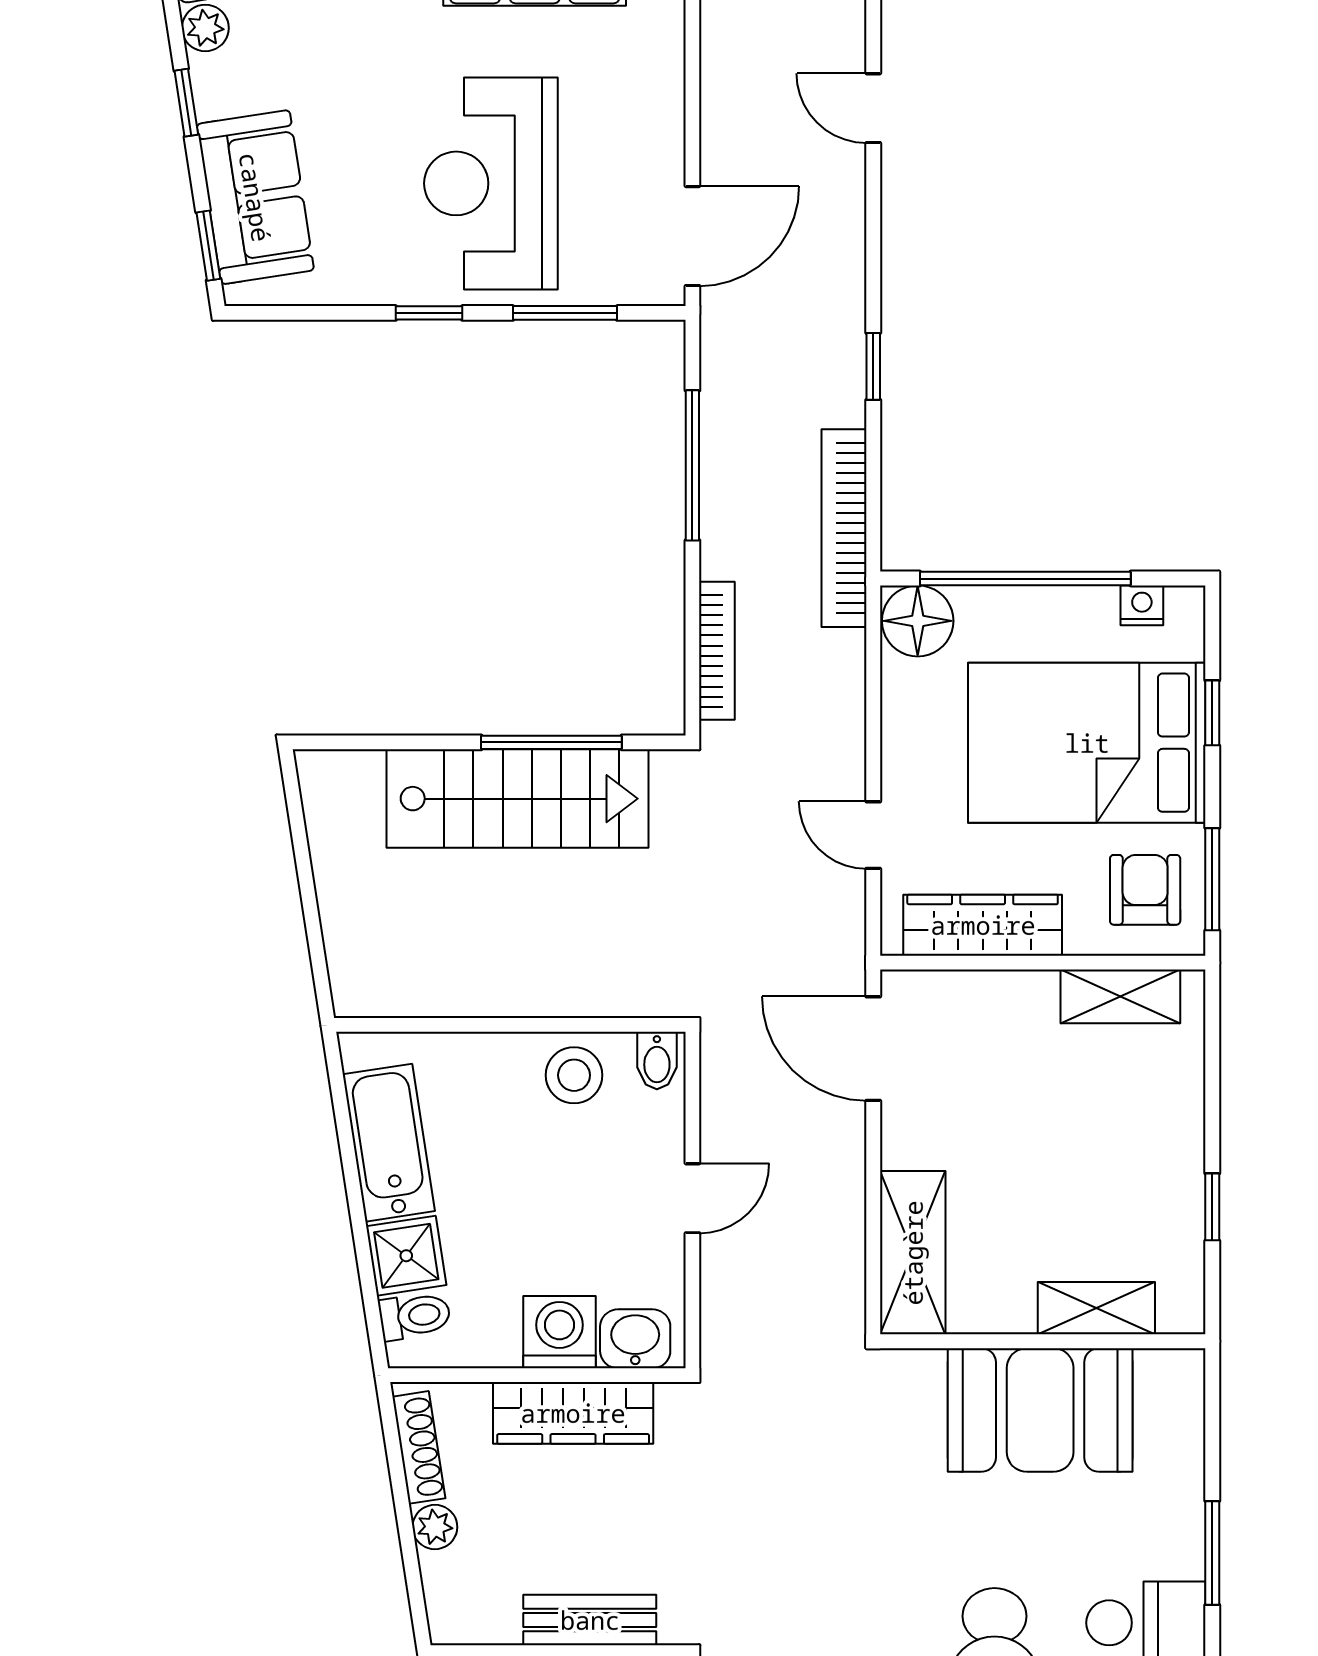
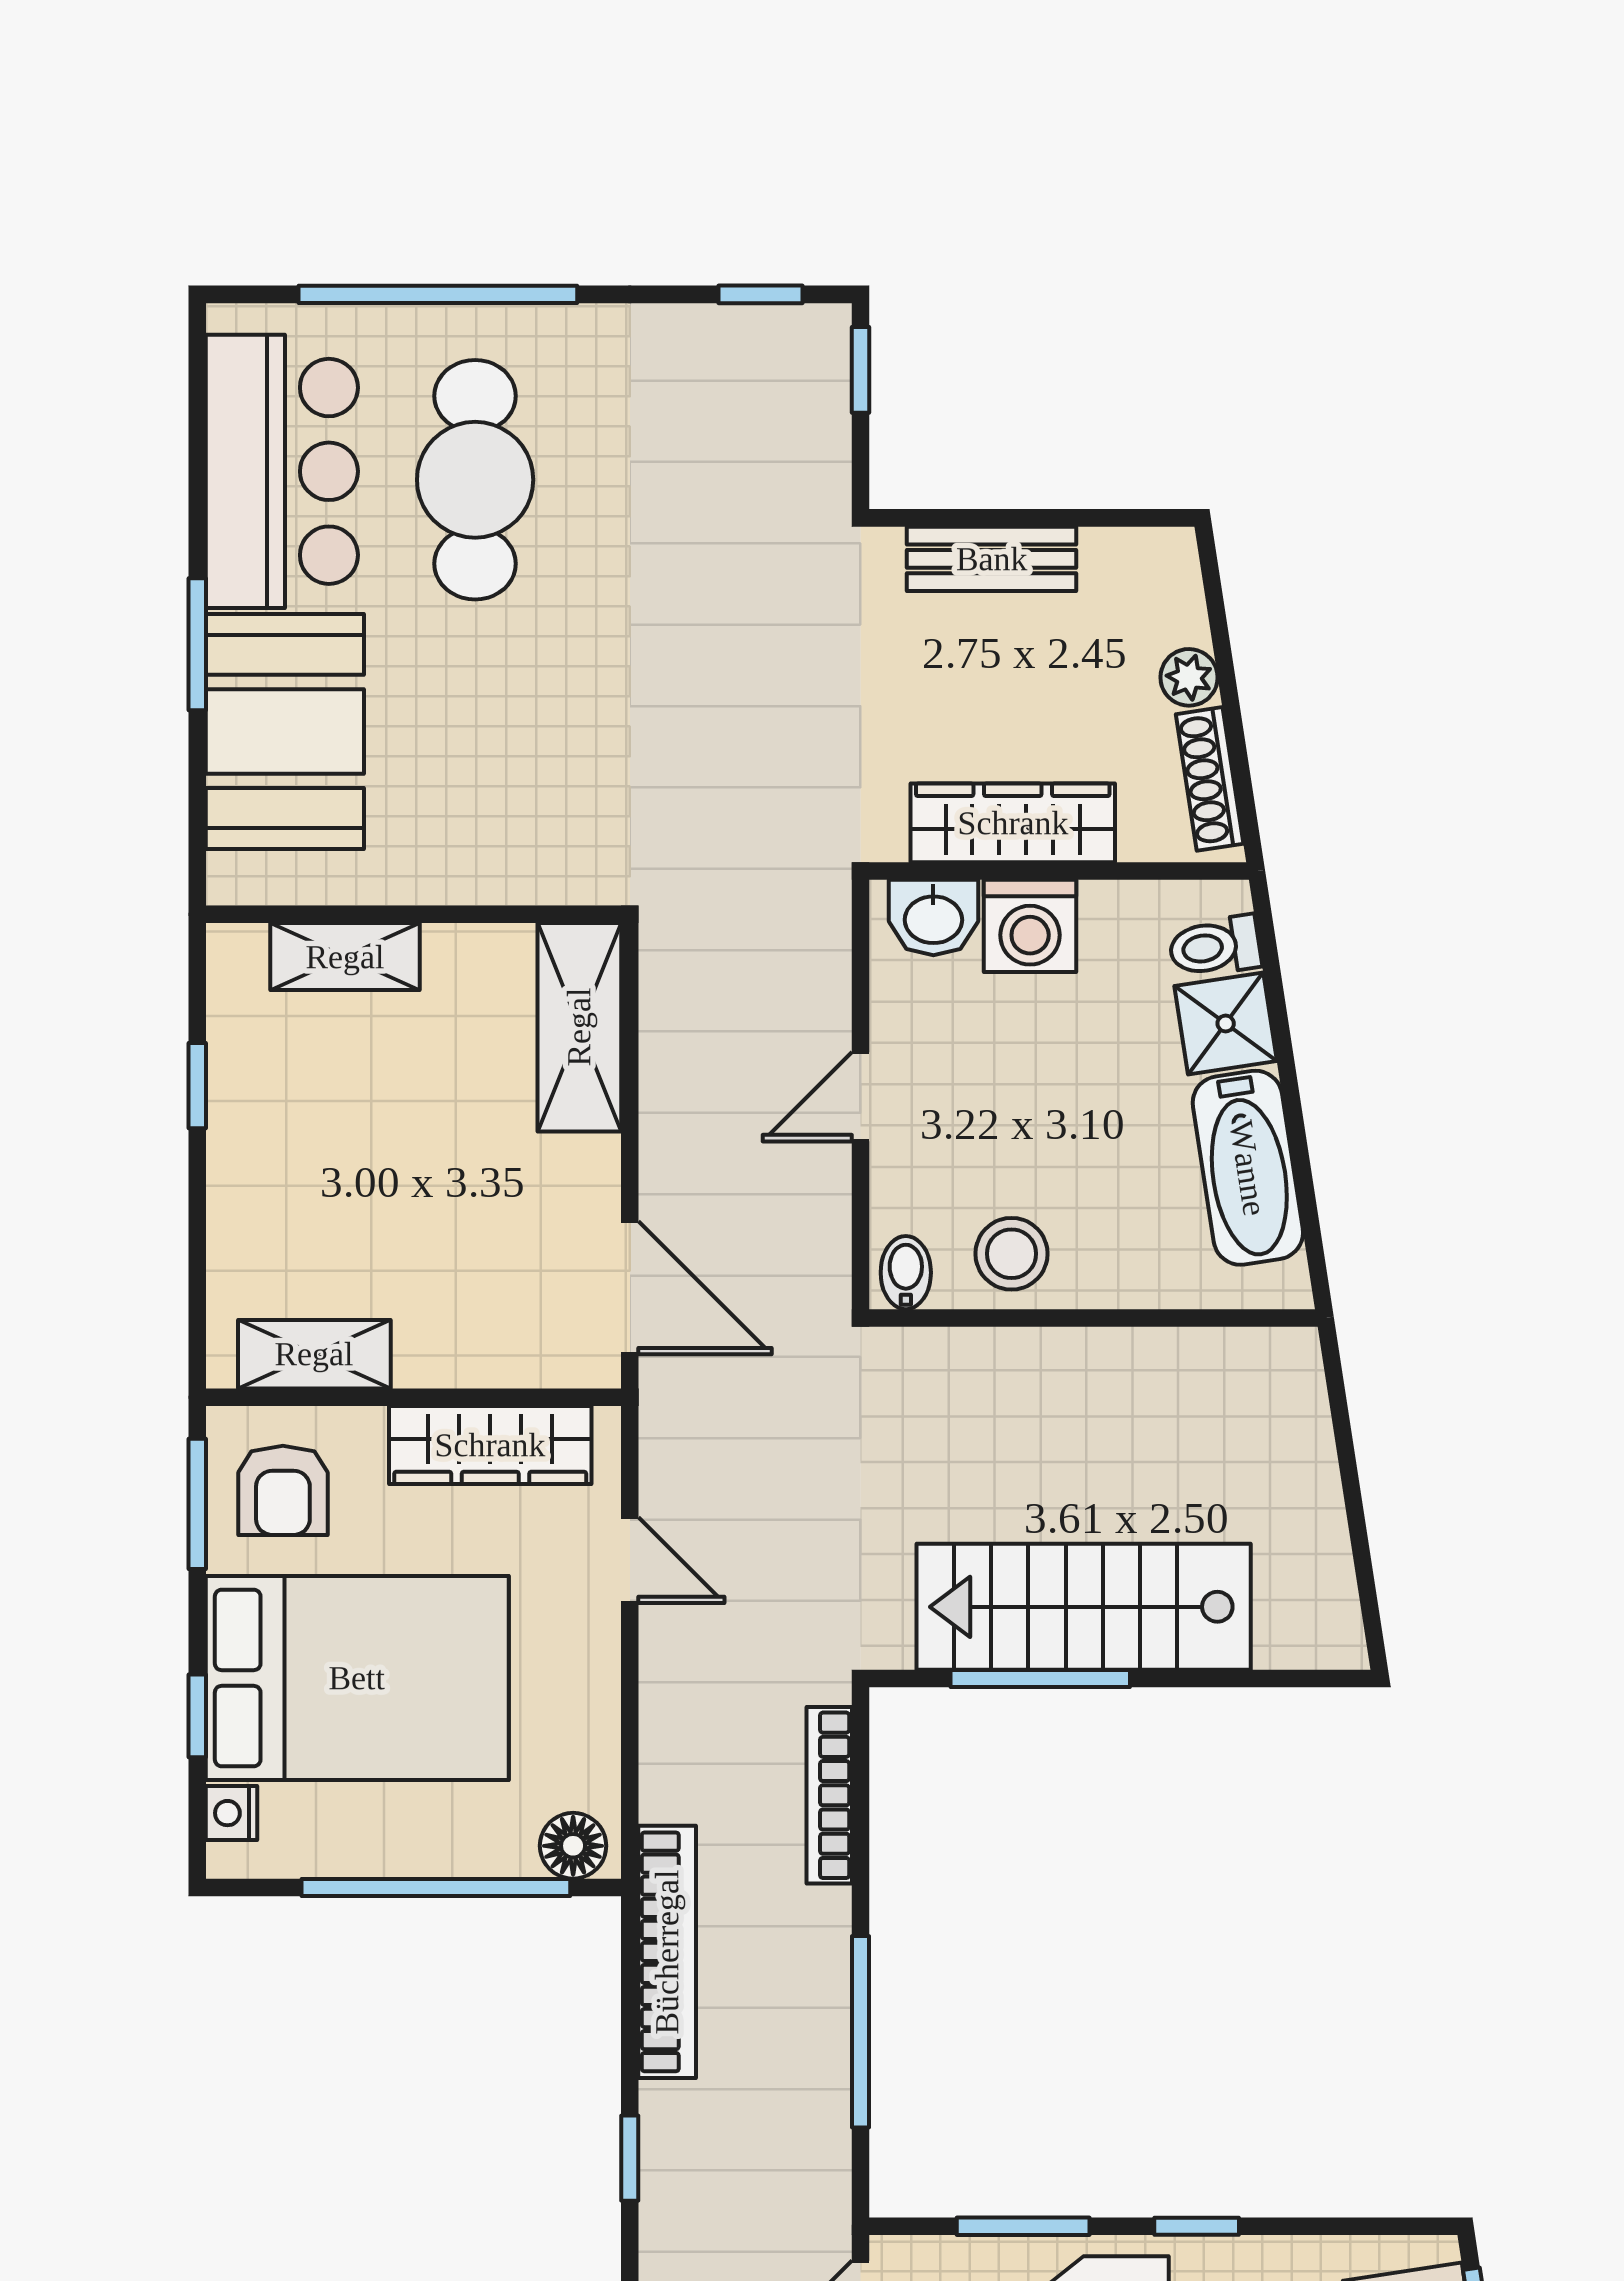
nightstand: (1142, 605) -> (232, 1813), moved, turned 90
floor lamp: (918, 621) -> (573, 1846), width x0.73, depth x0.73
booth: (1040, 1410) -> (285, 731), moved, turned 90

